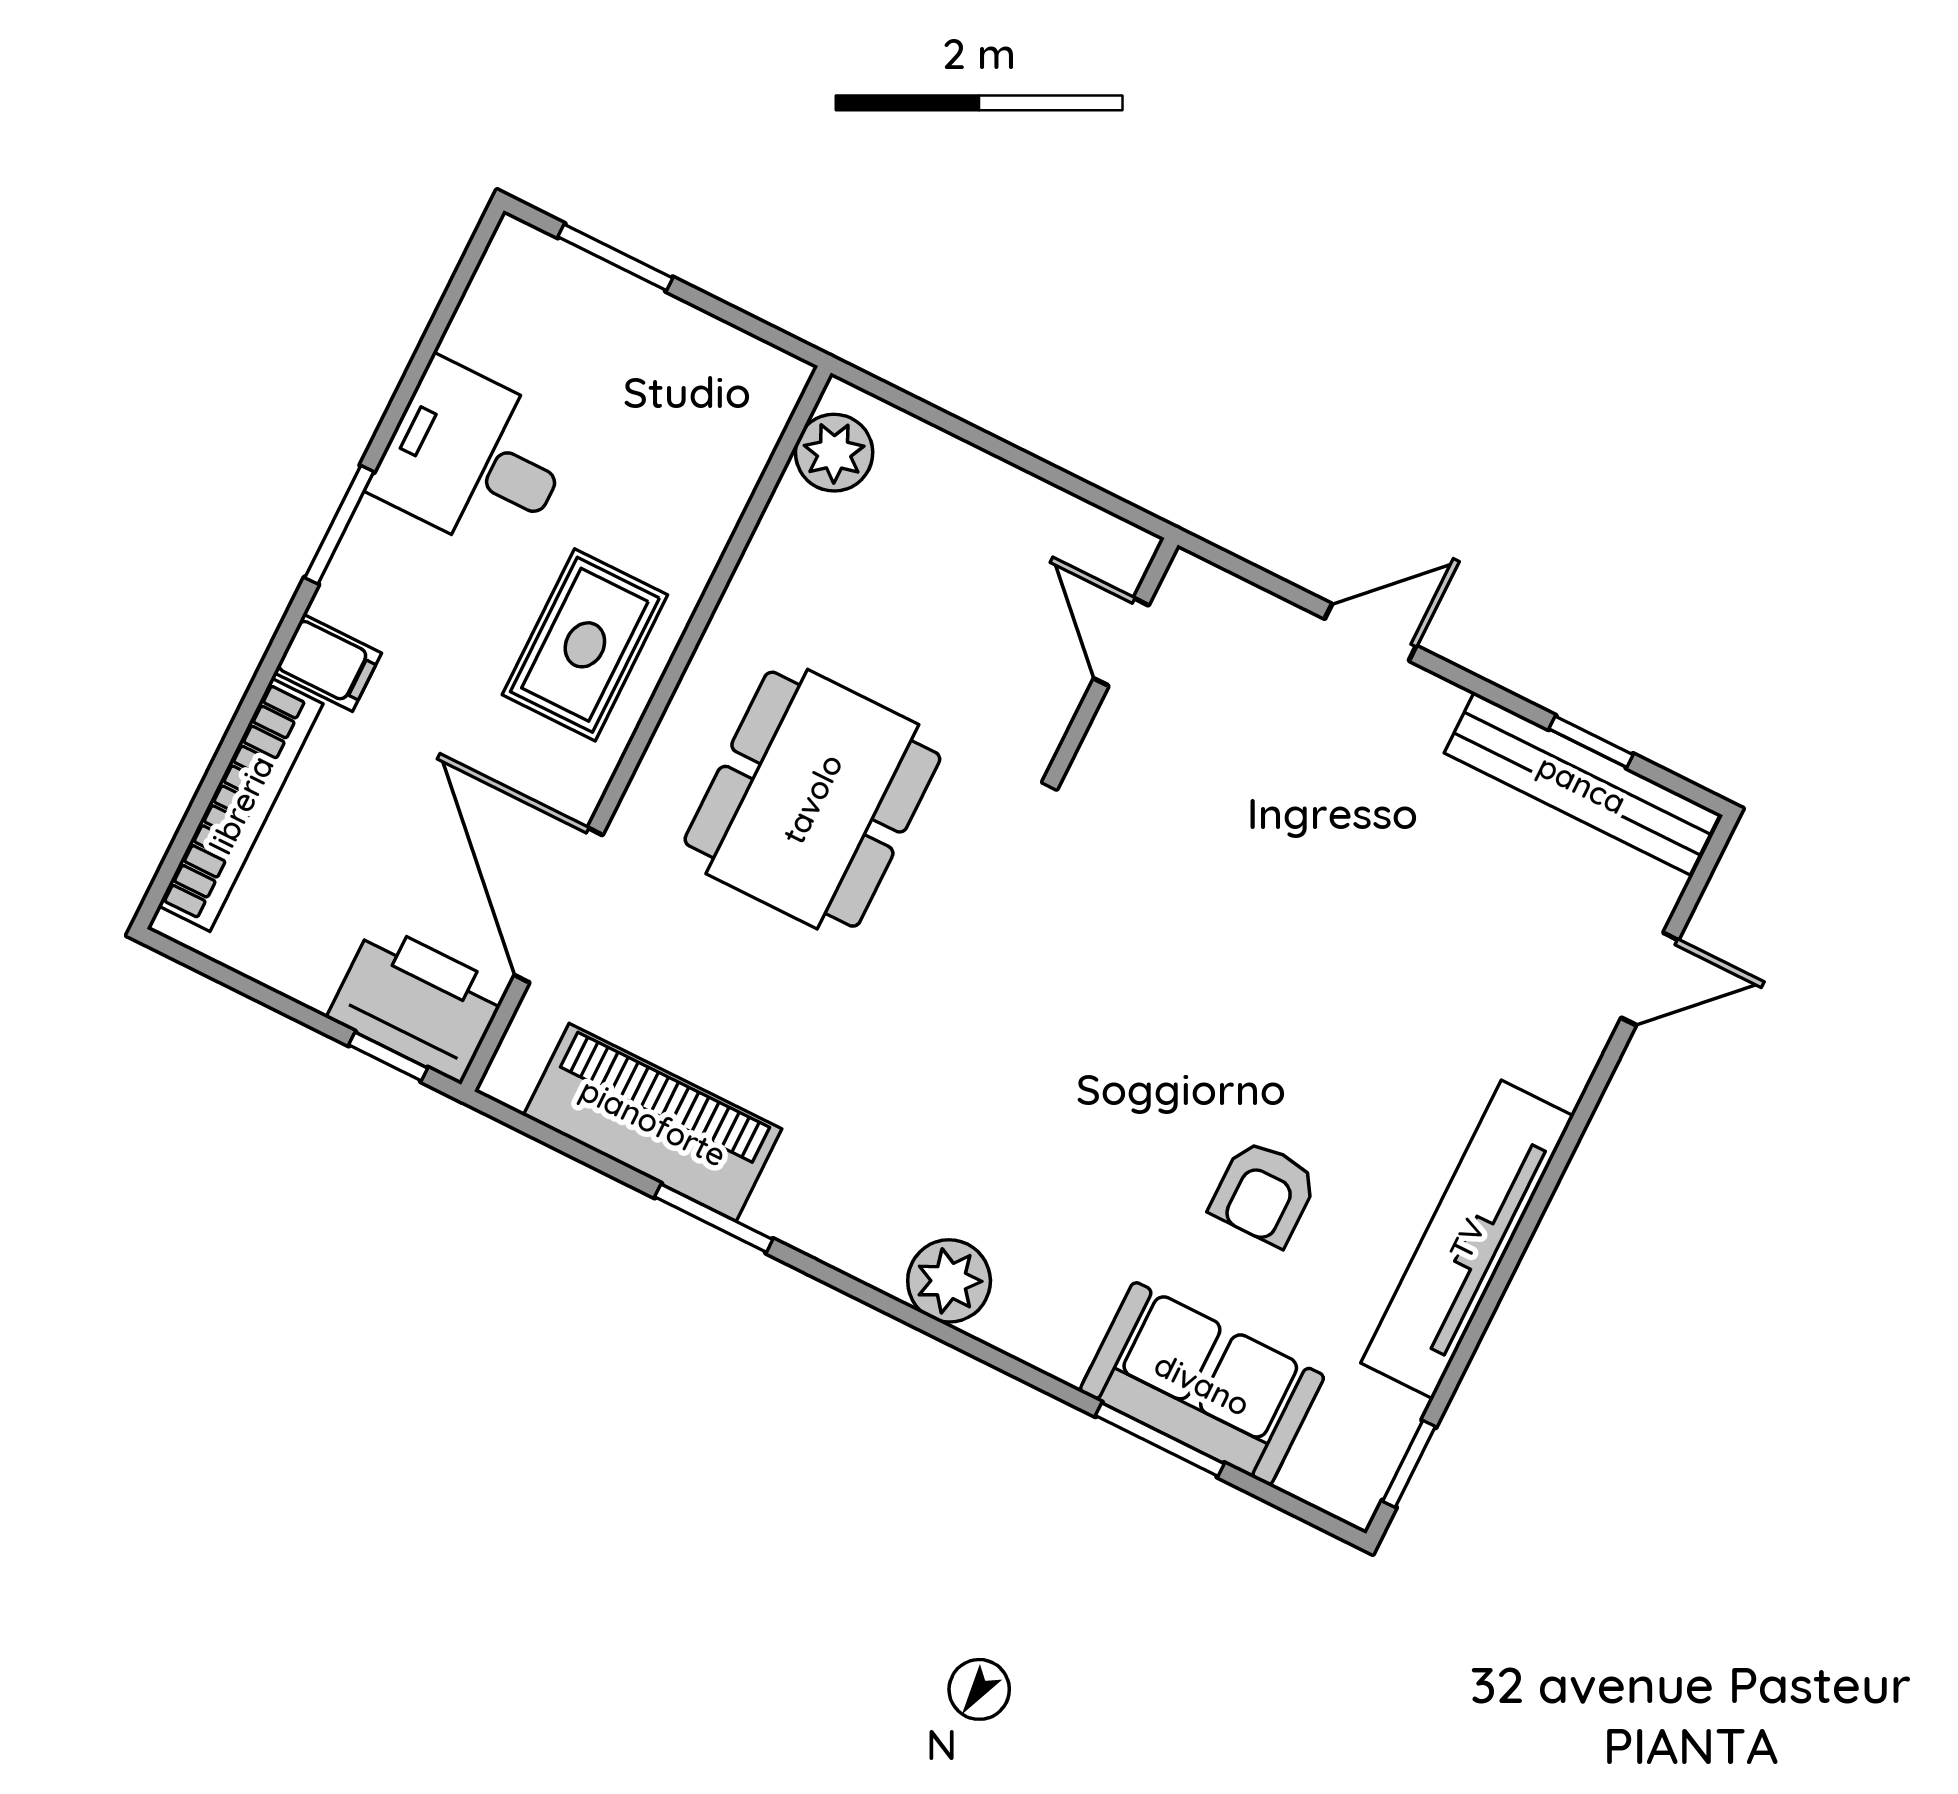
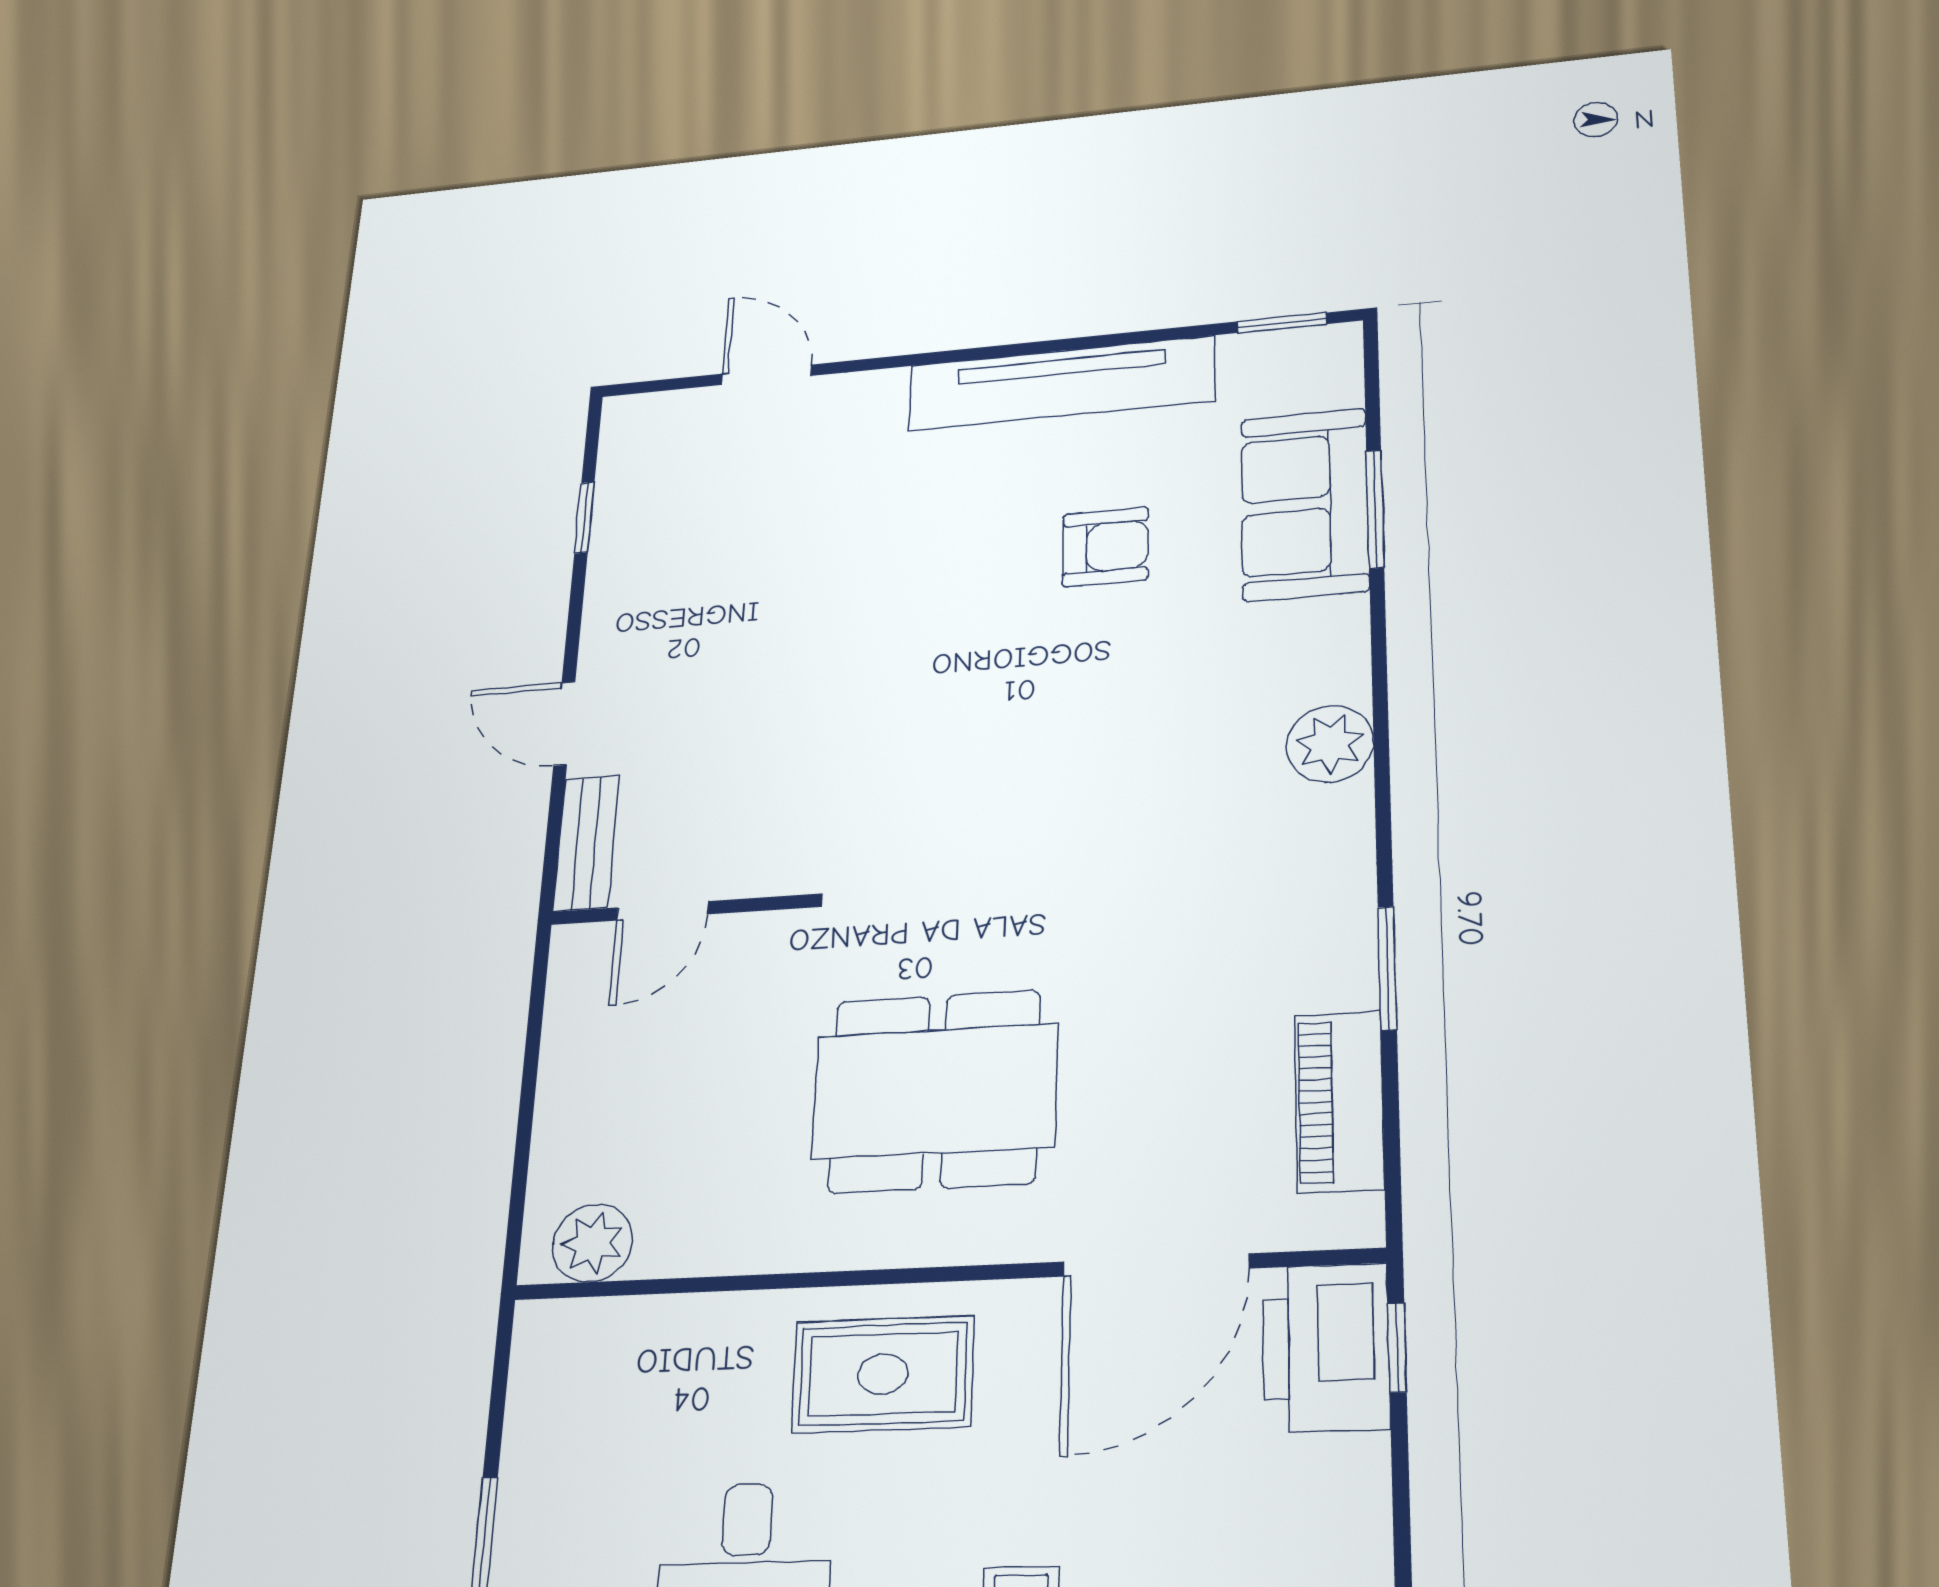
bench: (1582, 784) -> (586, 843), moved, width x0.54, depth x0.82
piano: (653, 1122) -> (1339, 1101), width x0.73, depth x0.75

